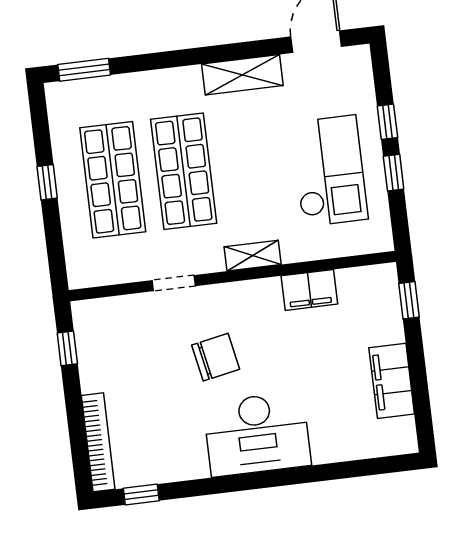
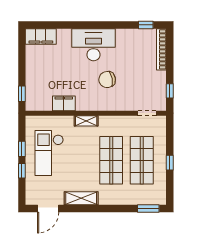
doorway: (174, 283) -> (147, 113), moved
filing cabinet: (392, 381) -> (41, 36), moved, turned 90

